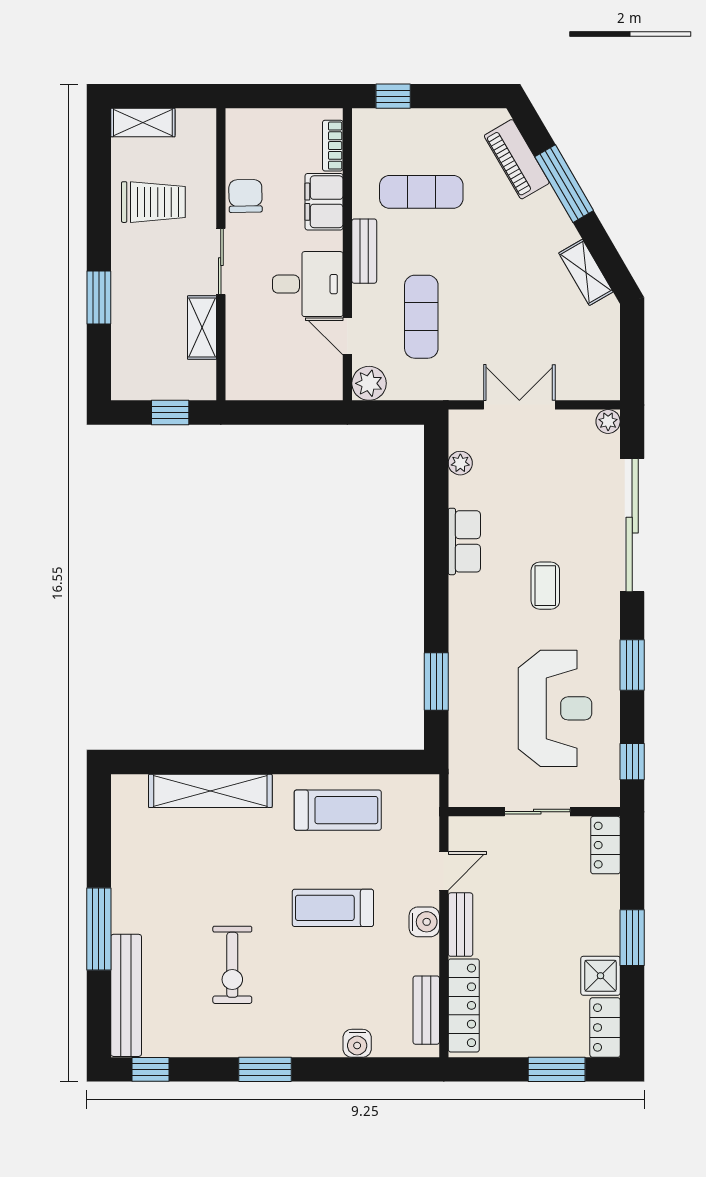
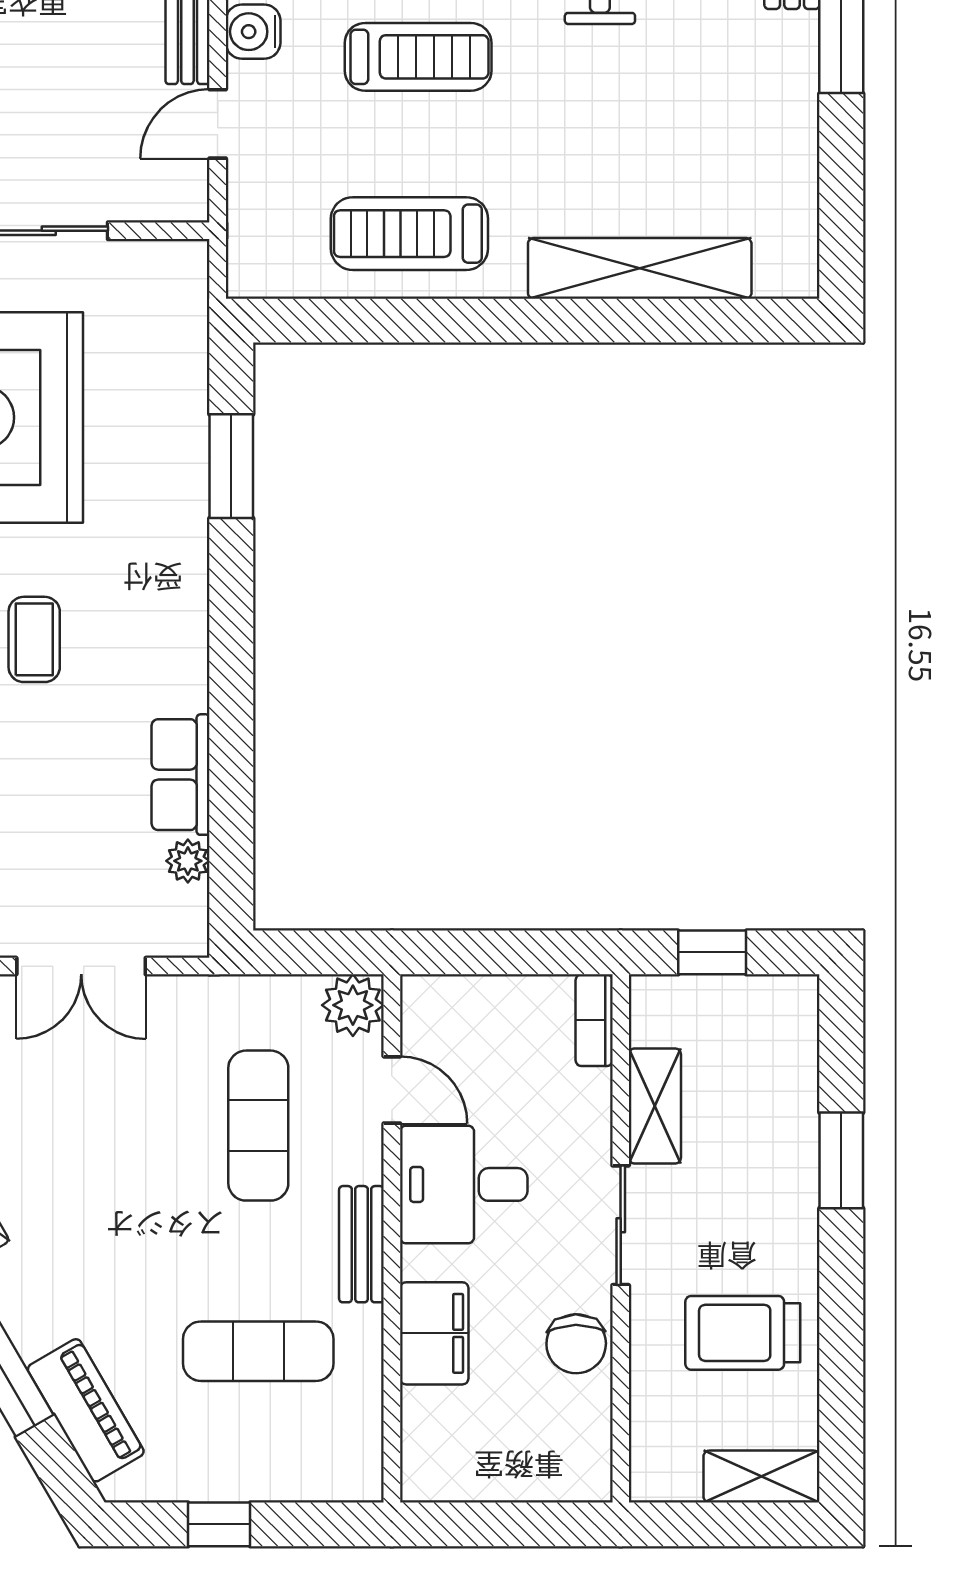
window: (393, 96) -> (219, 1524), moved
bookcase: (333, 146) -> (594, 1020), moved, turned 180
row of seats: (464, 541) -> (181, 775), moved

